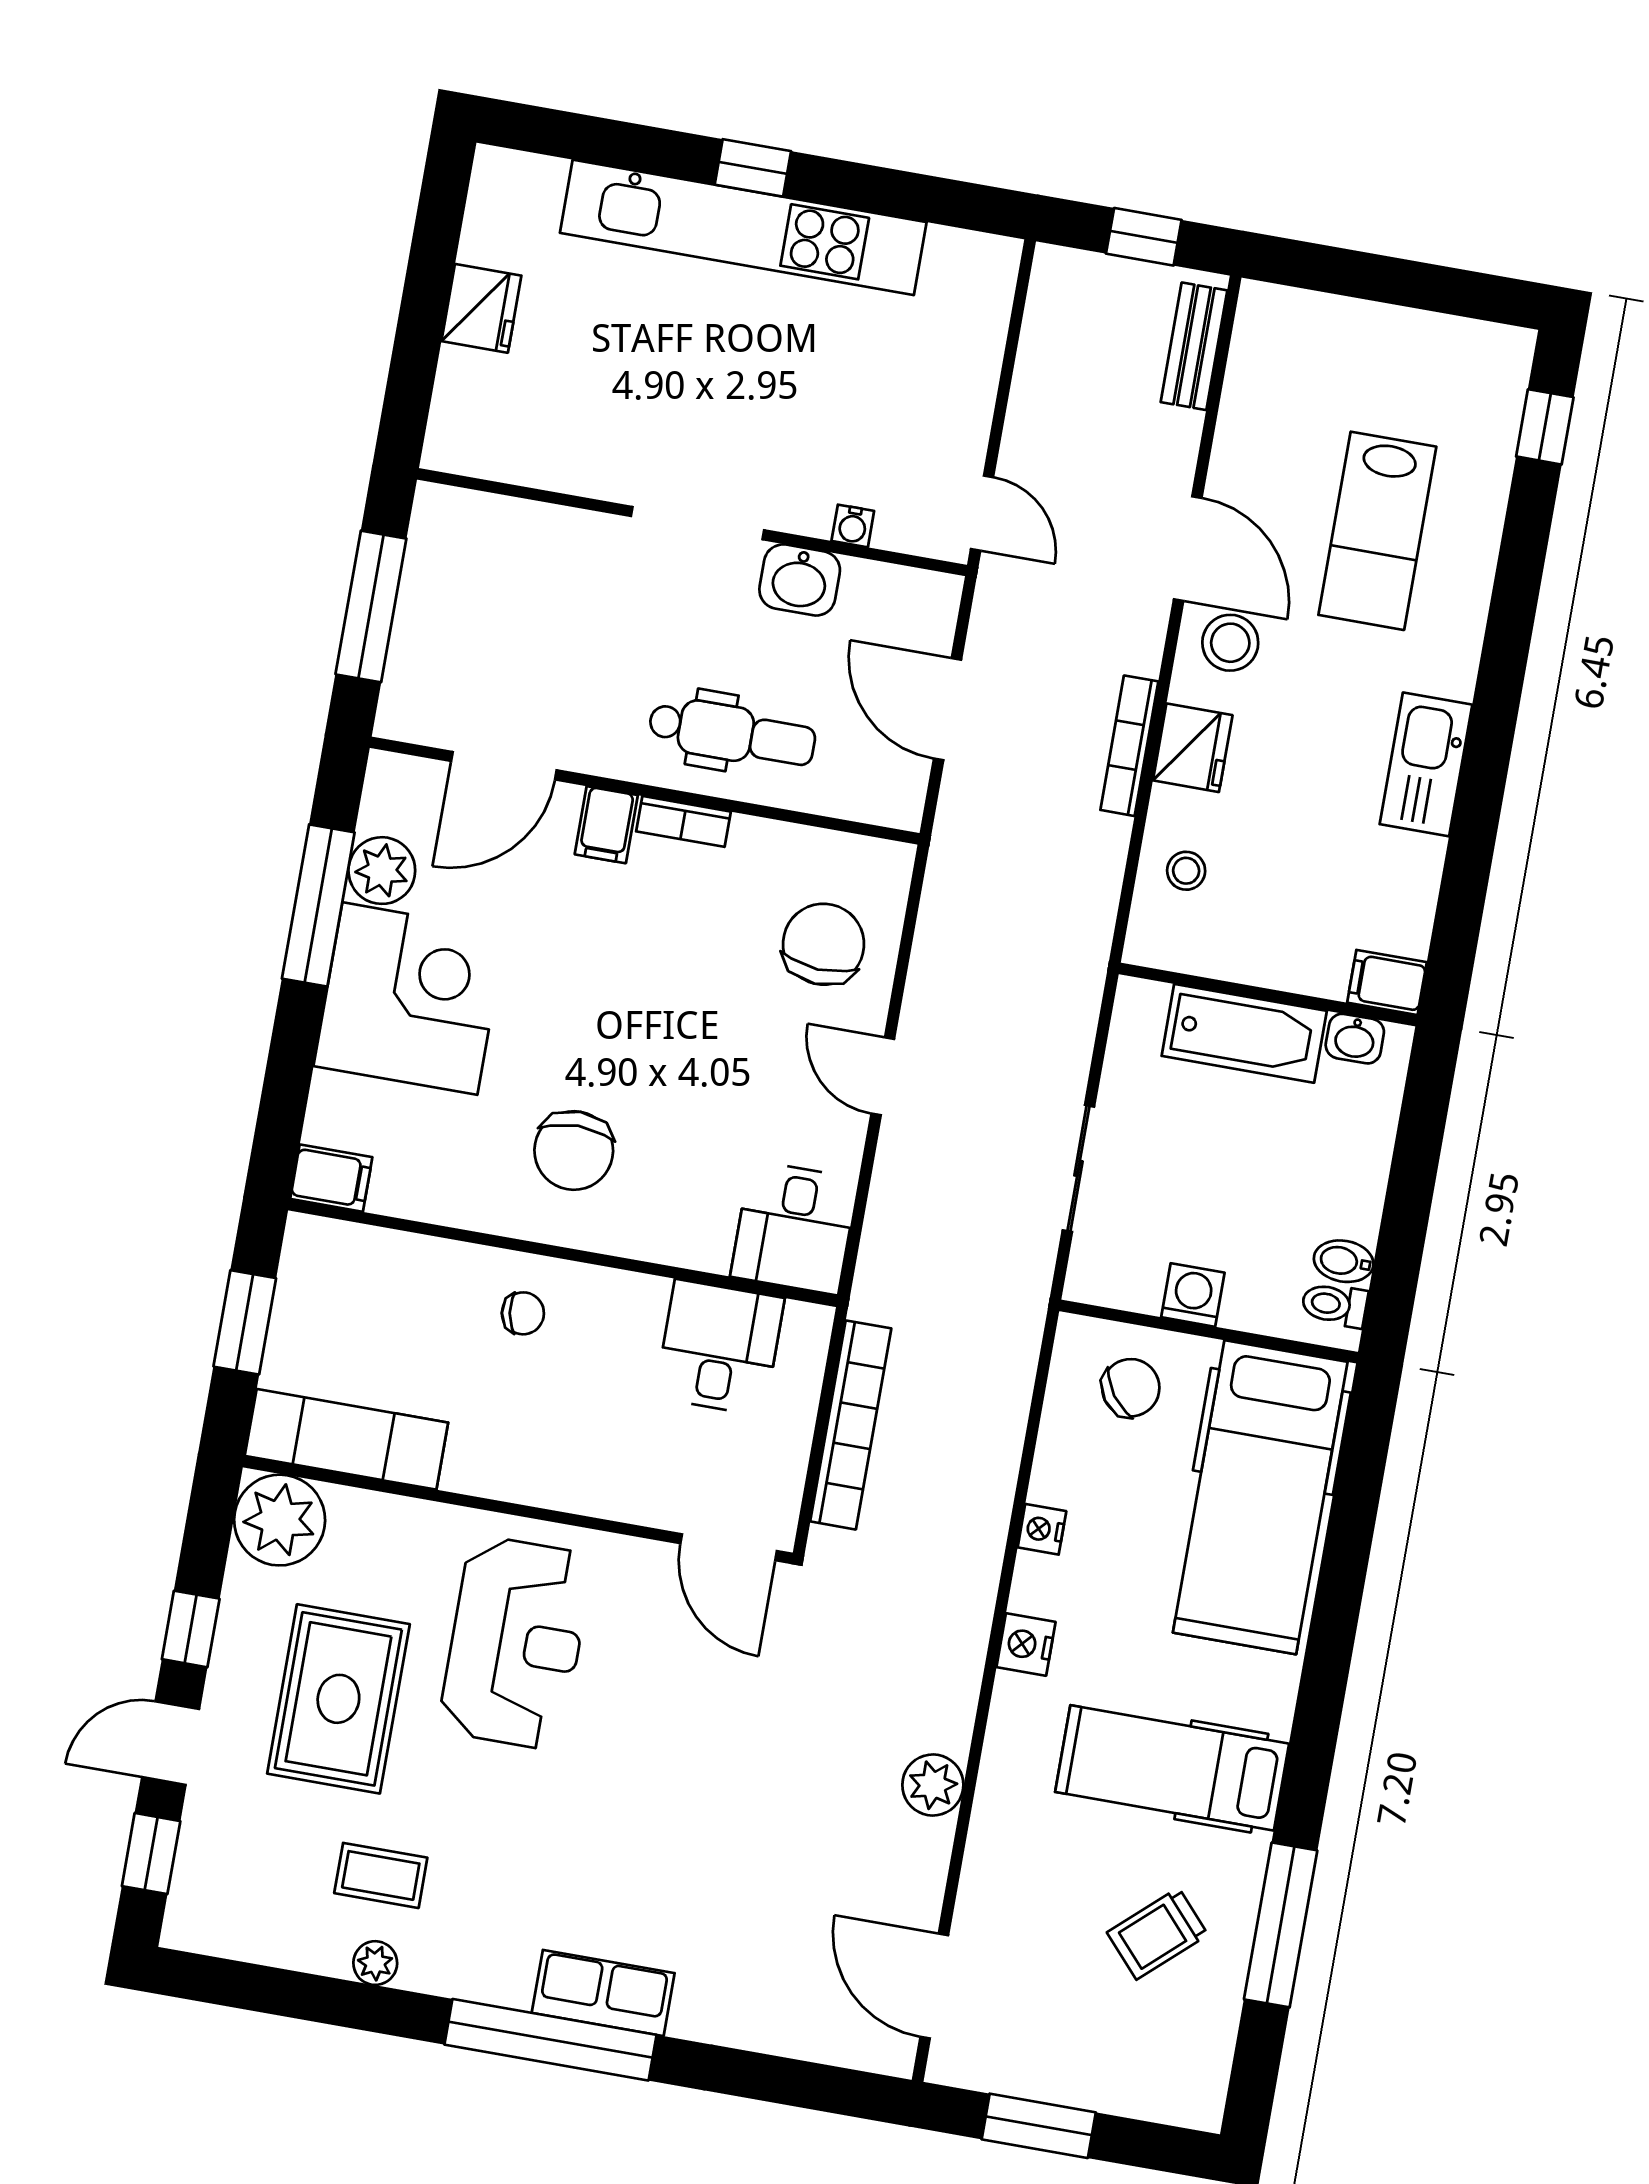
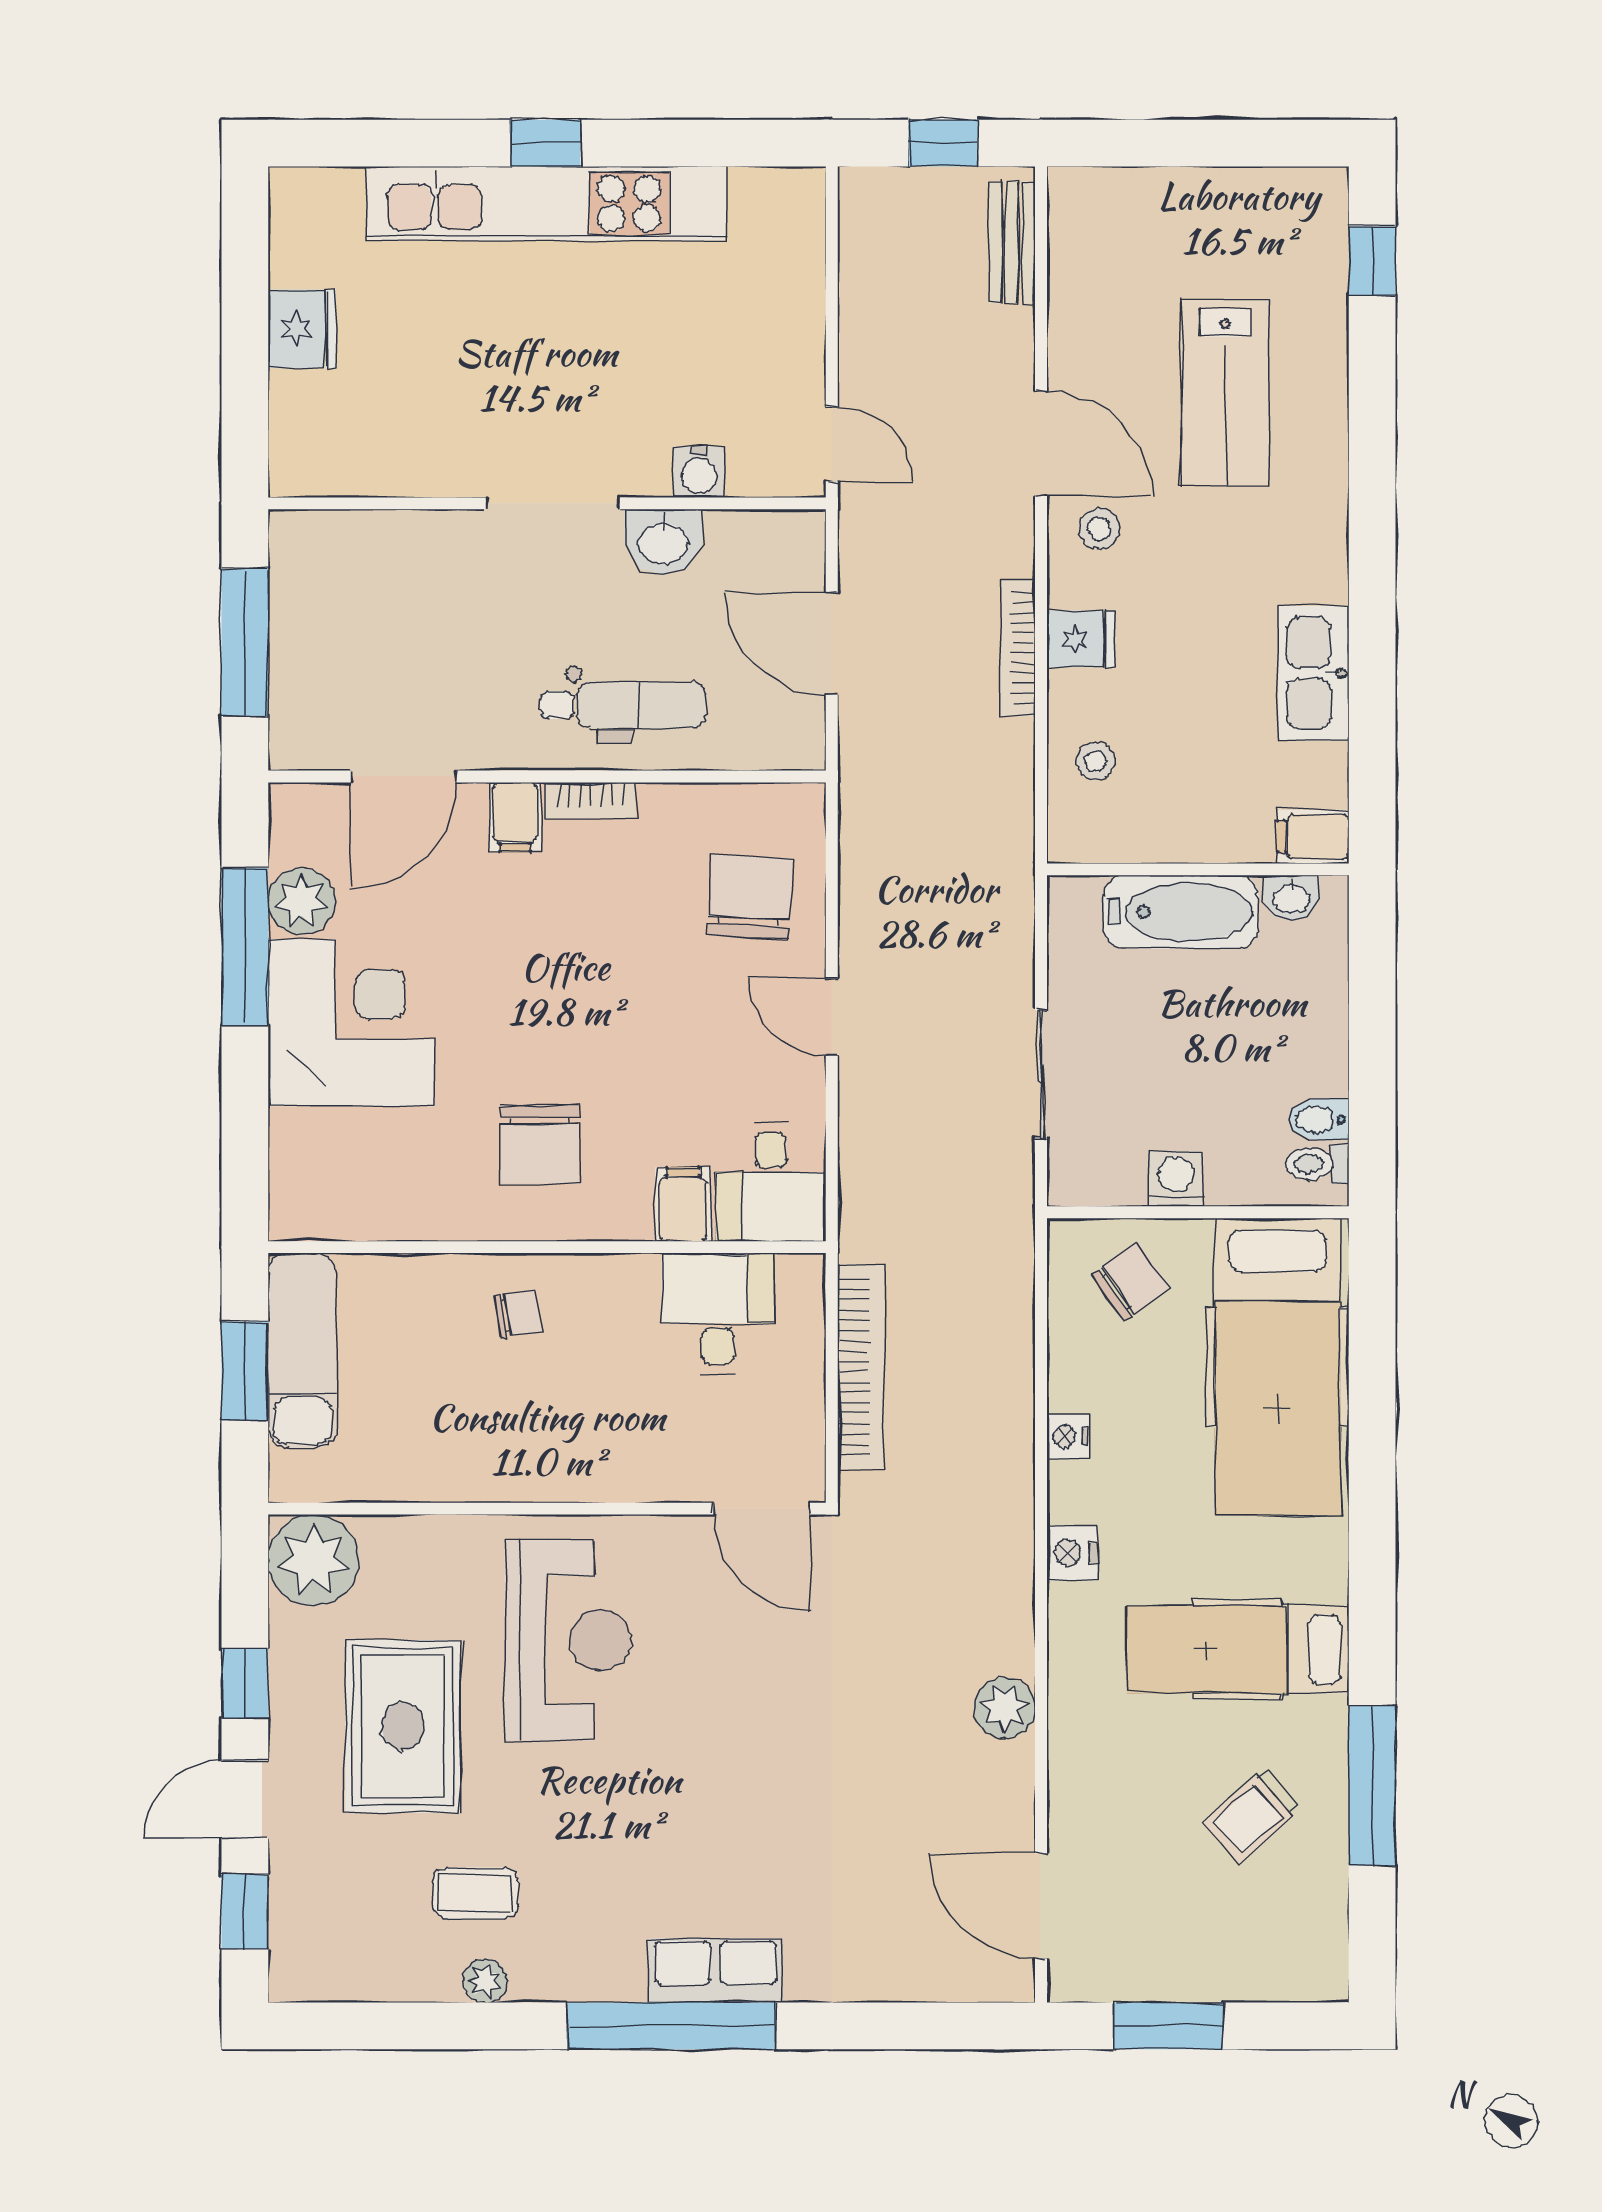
water cooler: (853, 526) -> (699, 472), width x1.38, depth x1.38
stool: (1230, 643) -> (1099, 529), width x0.73, depth x0.73
fridge: (1193, 748) -> (1080, 639), width x0.72
kitchen sink: (1426, 764) -> (1314, 673), moved
filing cabinet: (331, 1178) -> (683, 1204), moved, turned -90
exam couch: (346, 1439) -> (302, 1350), moved, turned 90

